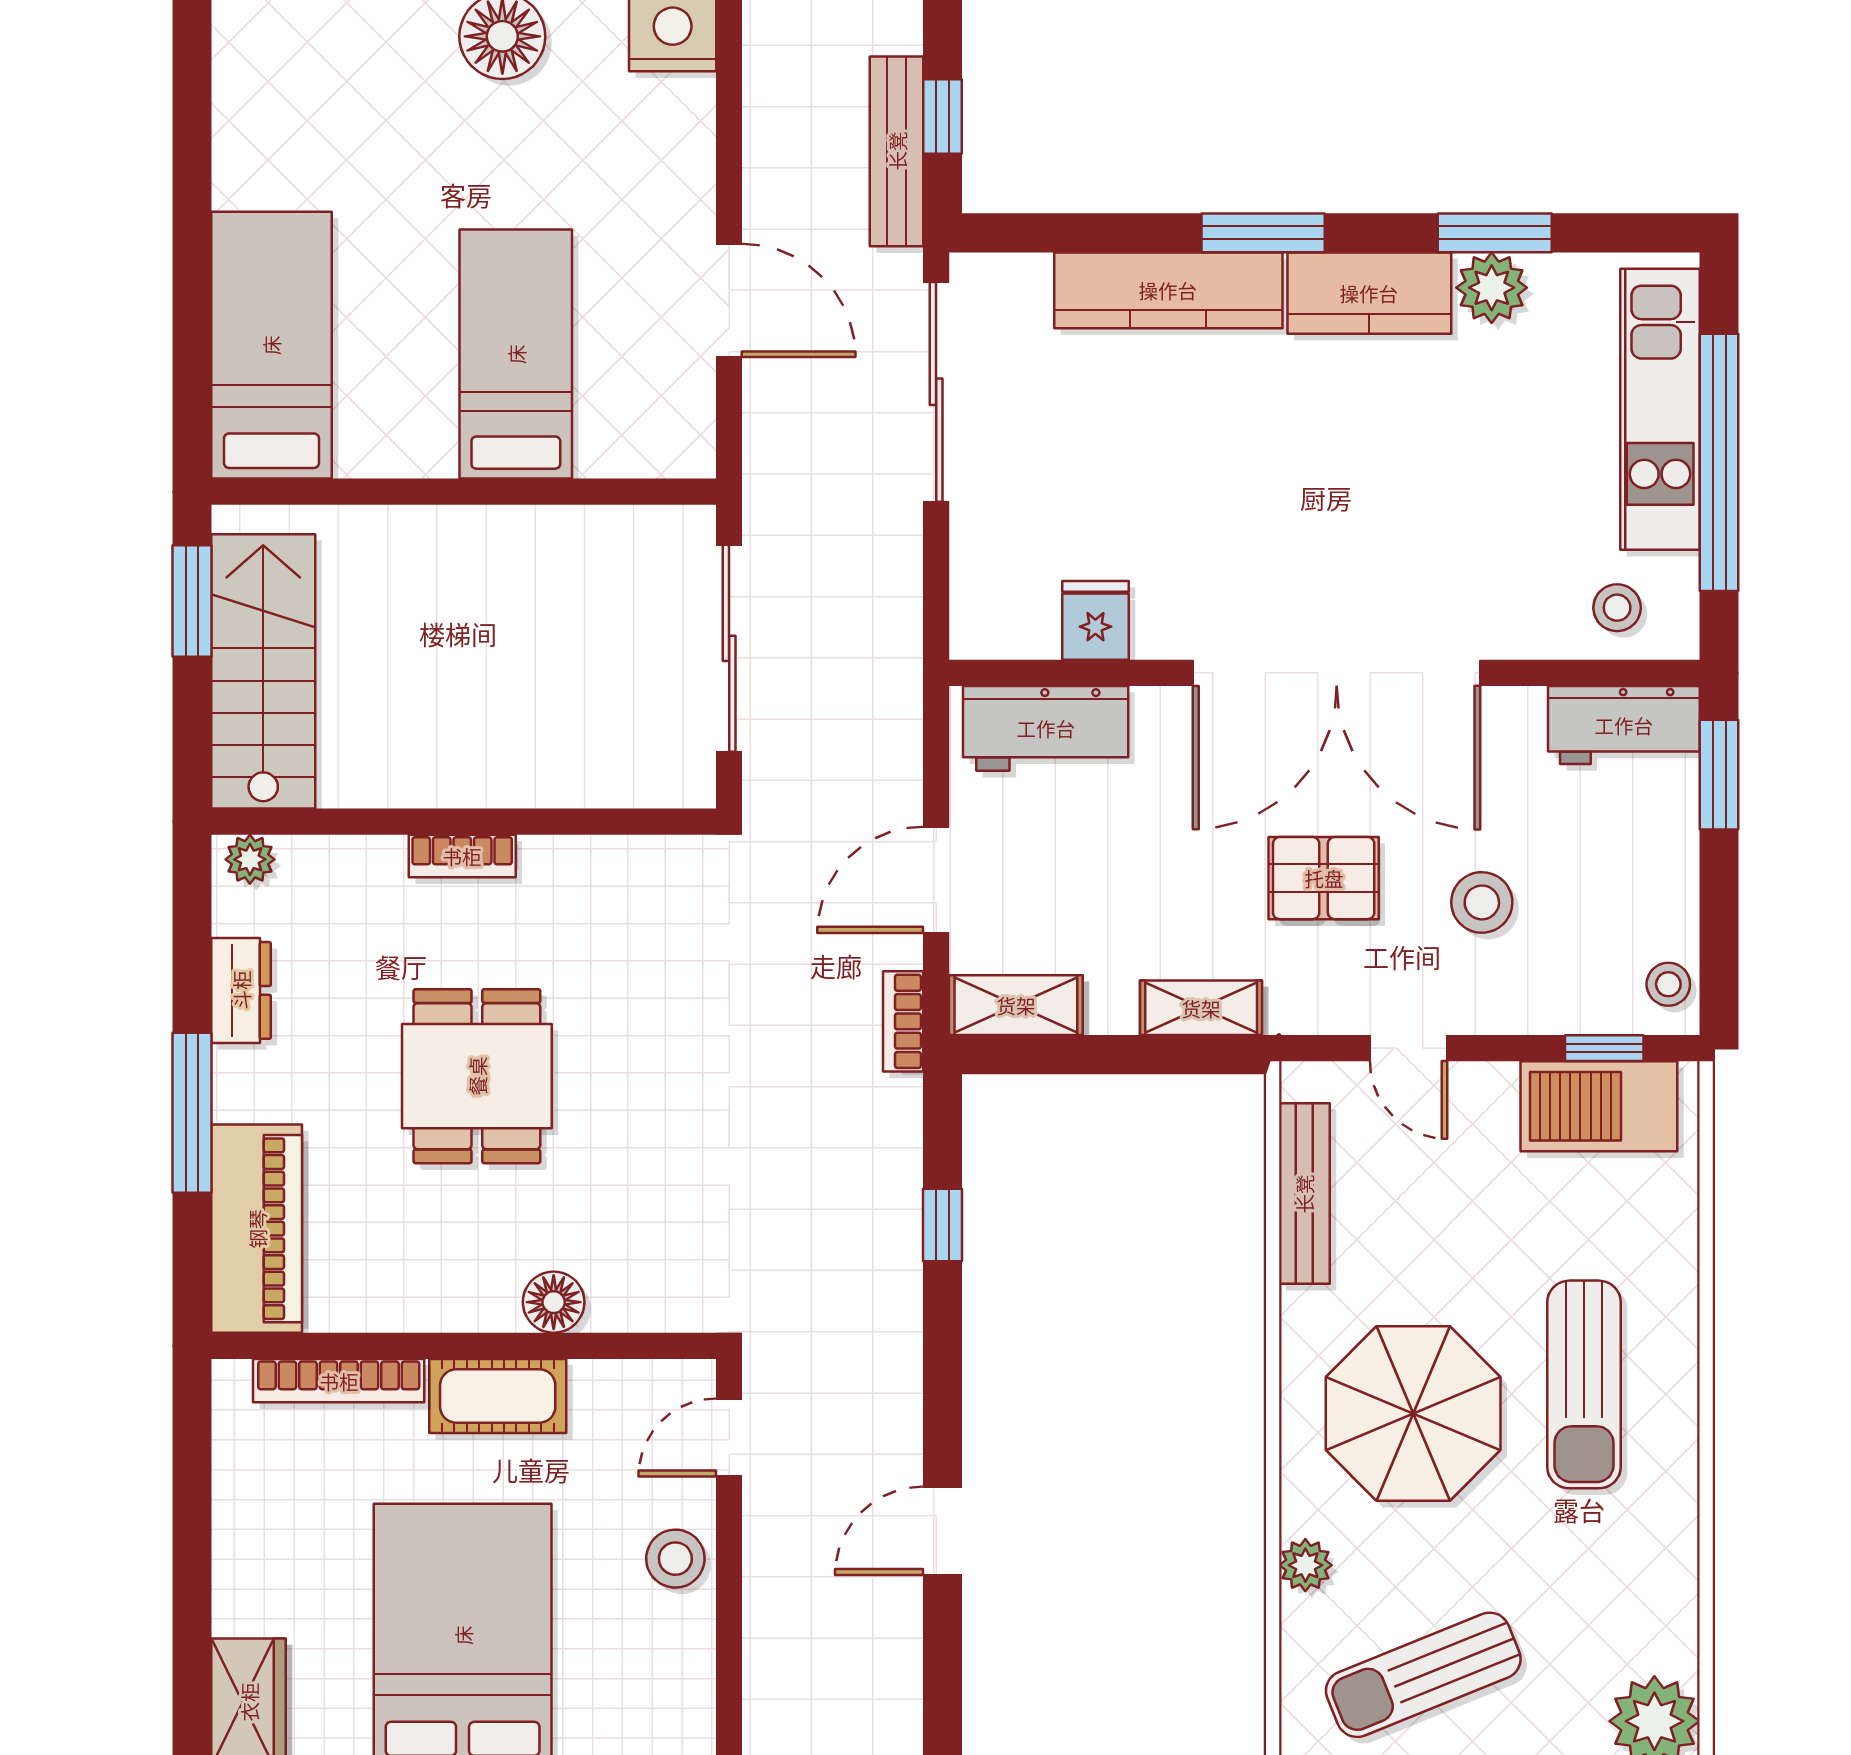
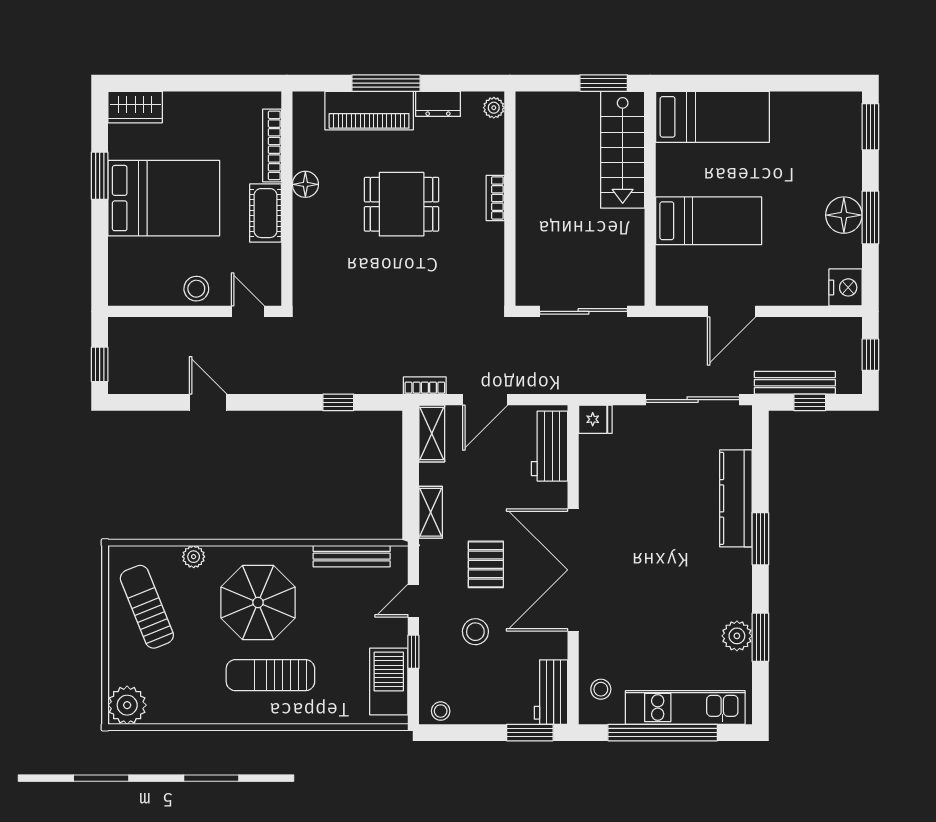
kitchen counter: (1369, 293) -> (735, 584), removed
fridge: (1095, 620) -> (595, 419), moved
stairs: (263, 671) -> (623, 150), moved, turned 90
door: (936, 880) -> (485, 400), swing flipped
window: (1604, 1048) -> (413, 652), moved
piano: (257, 1229) -> (369, 111), moved
floor lamp: (554, 1302) -> (305, 184), moved

